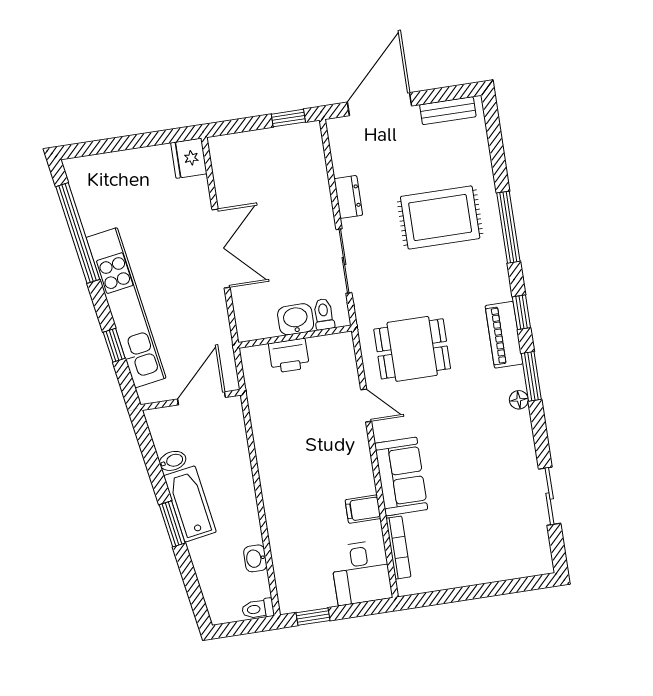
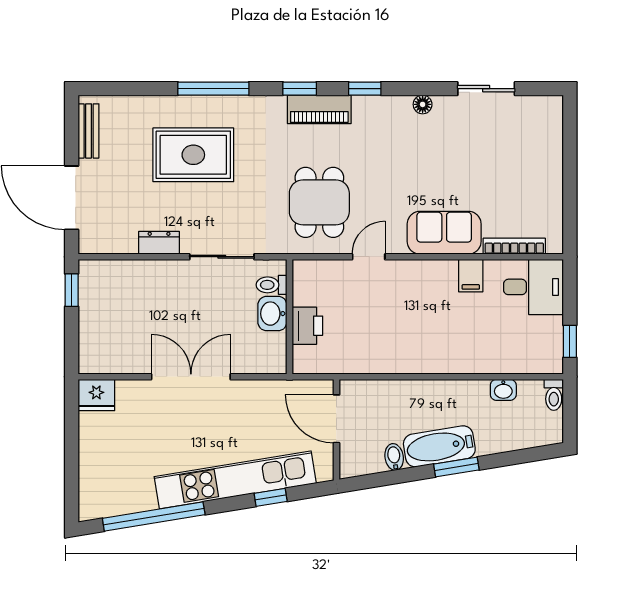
rug: (440, 217) -> (193, 155), turned 90
window: (531, 376) -> (365, 89), width x0.67
floor lamp: (519, 400) -> (423, 104), moved

